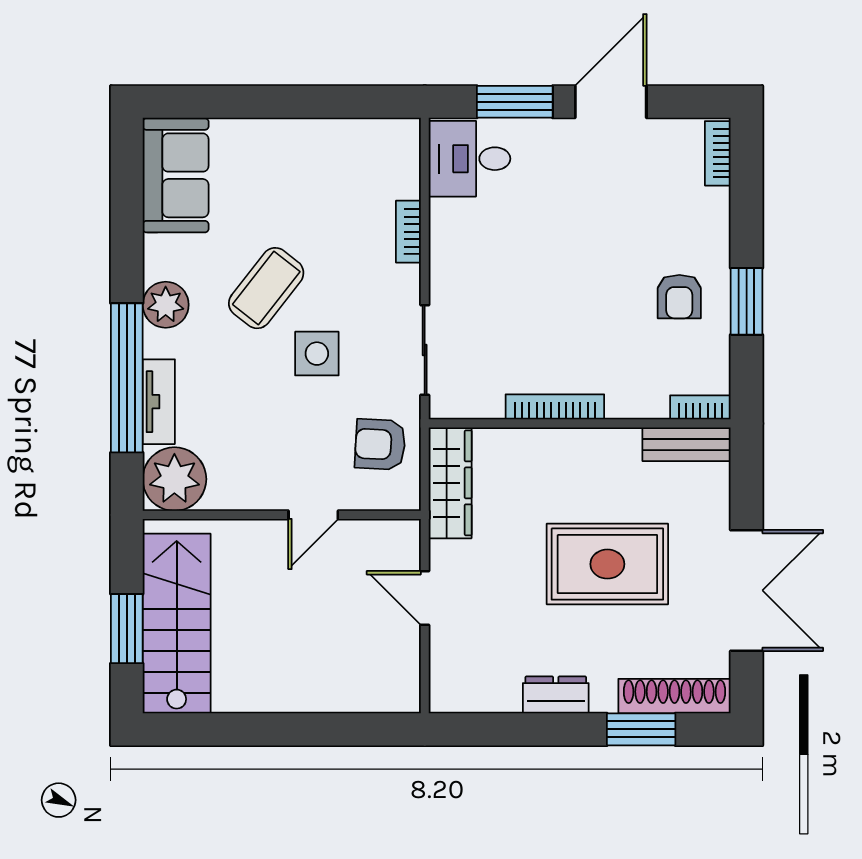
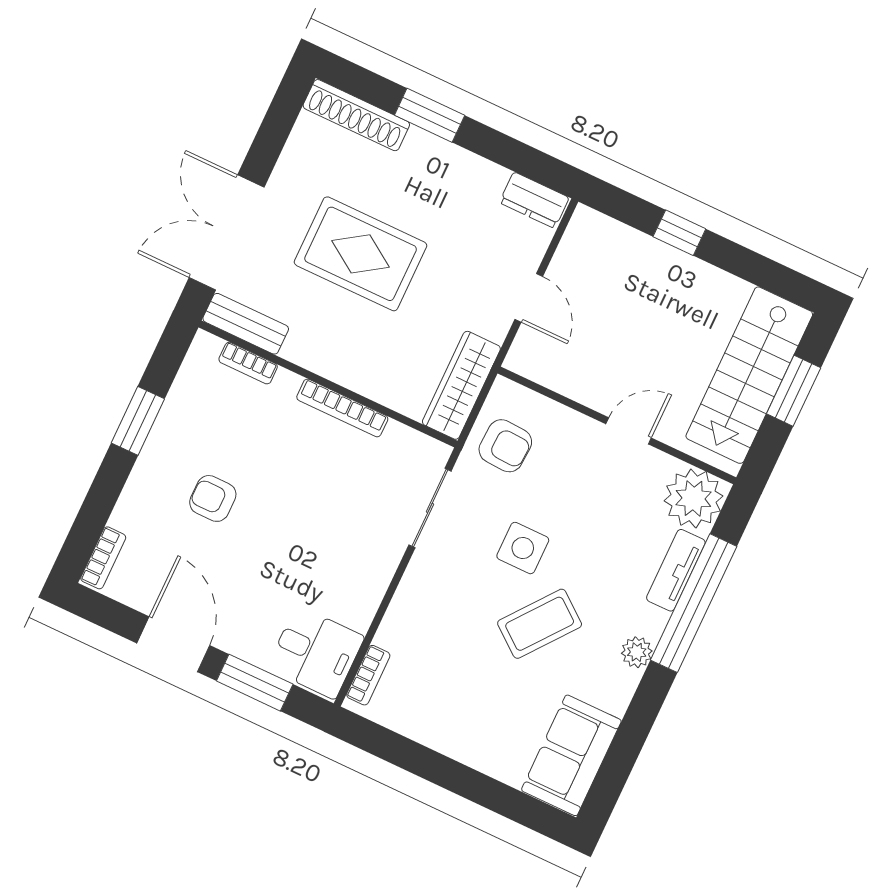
door: (611, 102) -> (173, 644), swing flipped
bookcase: (408, 232) -> (368, 675), moved
armchair: (679, 297) -> (213, 498), moved, turned -90
plant: (166, 305) -> (637, 652), width x0.73, depth x0.73
bookcase: (700, 407) -> (248, 363), moved
door: (313, 515) -> (629, 431), moved
double door: (747, 590) -> (227, 232), moved
dresser: (556, 695) -> (534, 200), moved
window: (309, 729) -> (679, 233), added
window: (641, 729) -> (430, 115), moved

